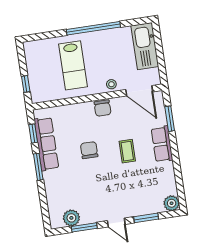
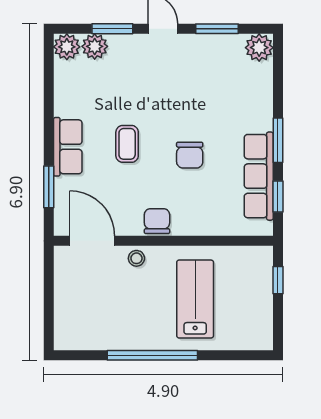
kitchen sink: (145, 46) -> (72, 313), removed
plant: (155, 206) -> (95, 46), added
plant: (71, 218) -> (259, 48), moved

